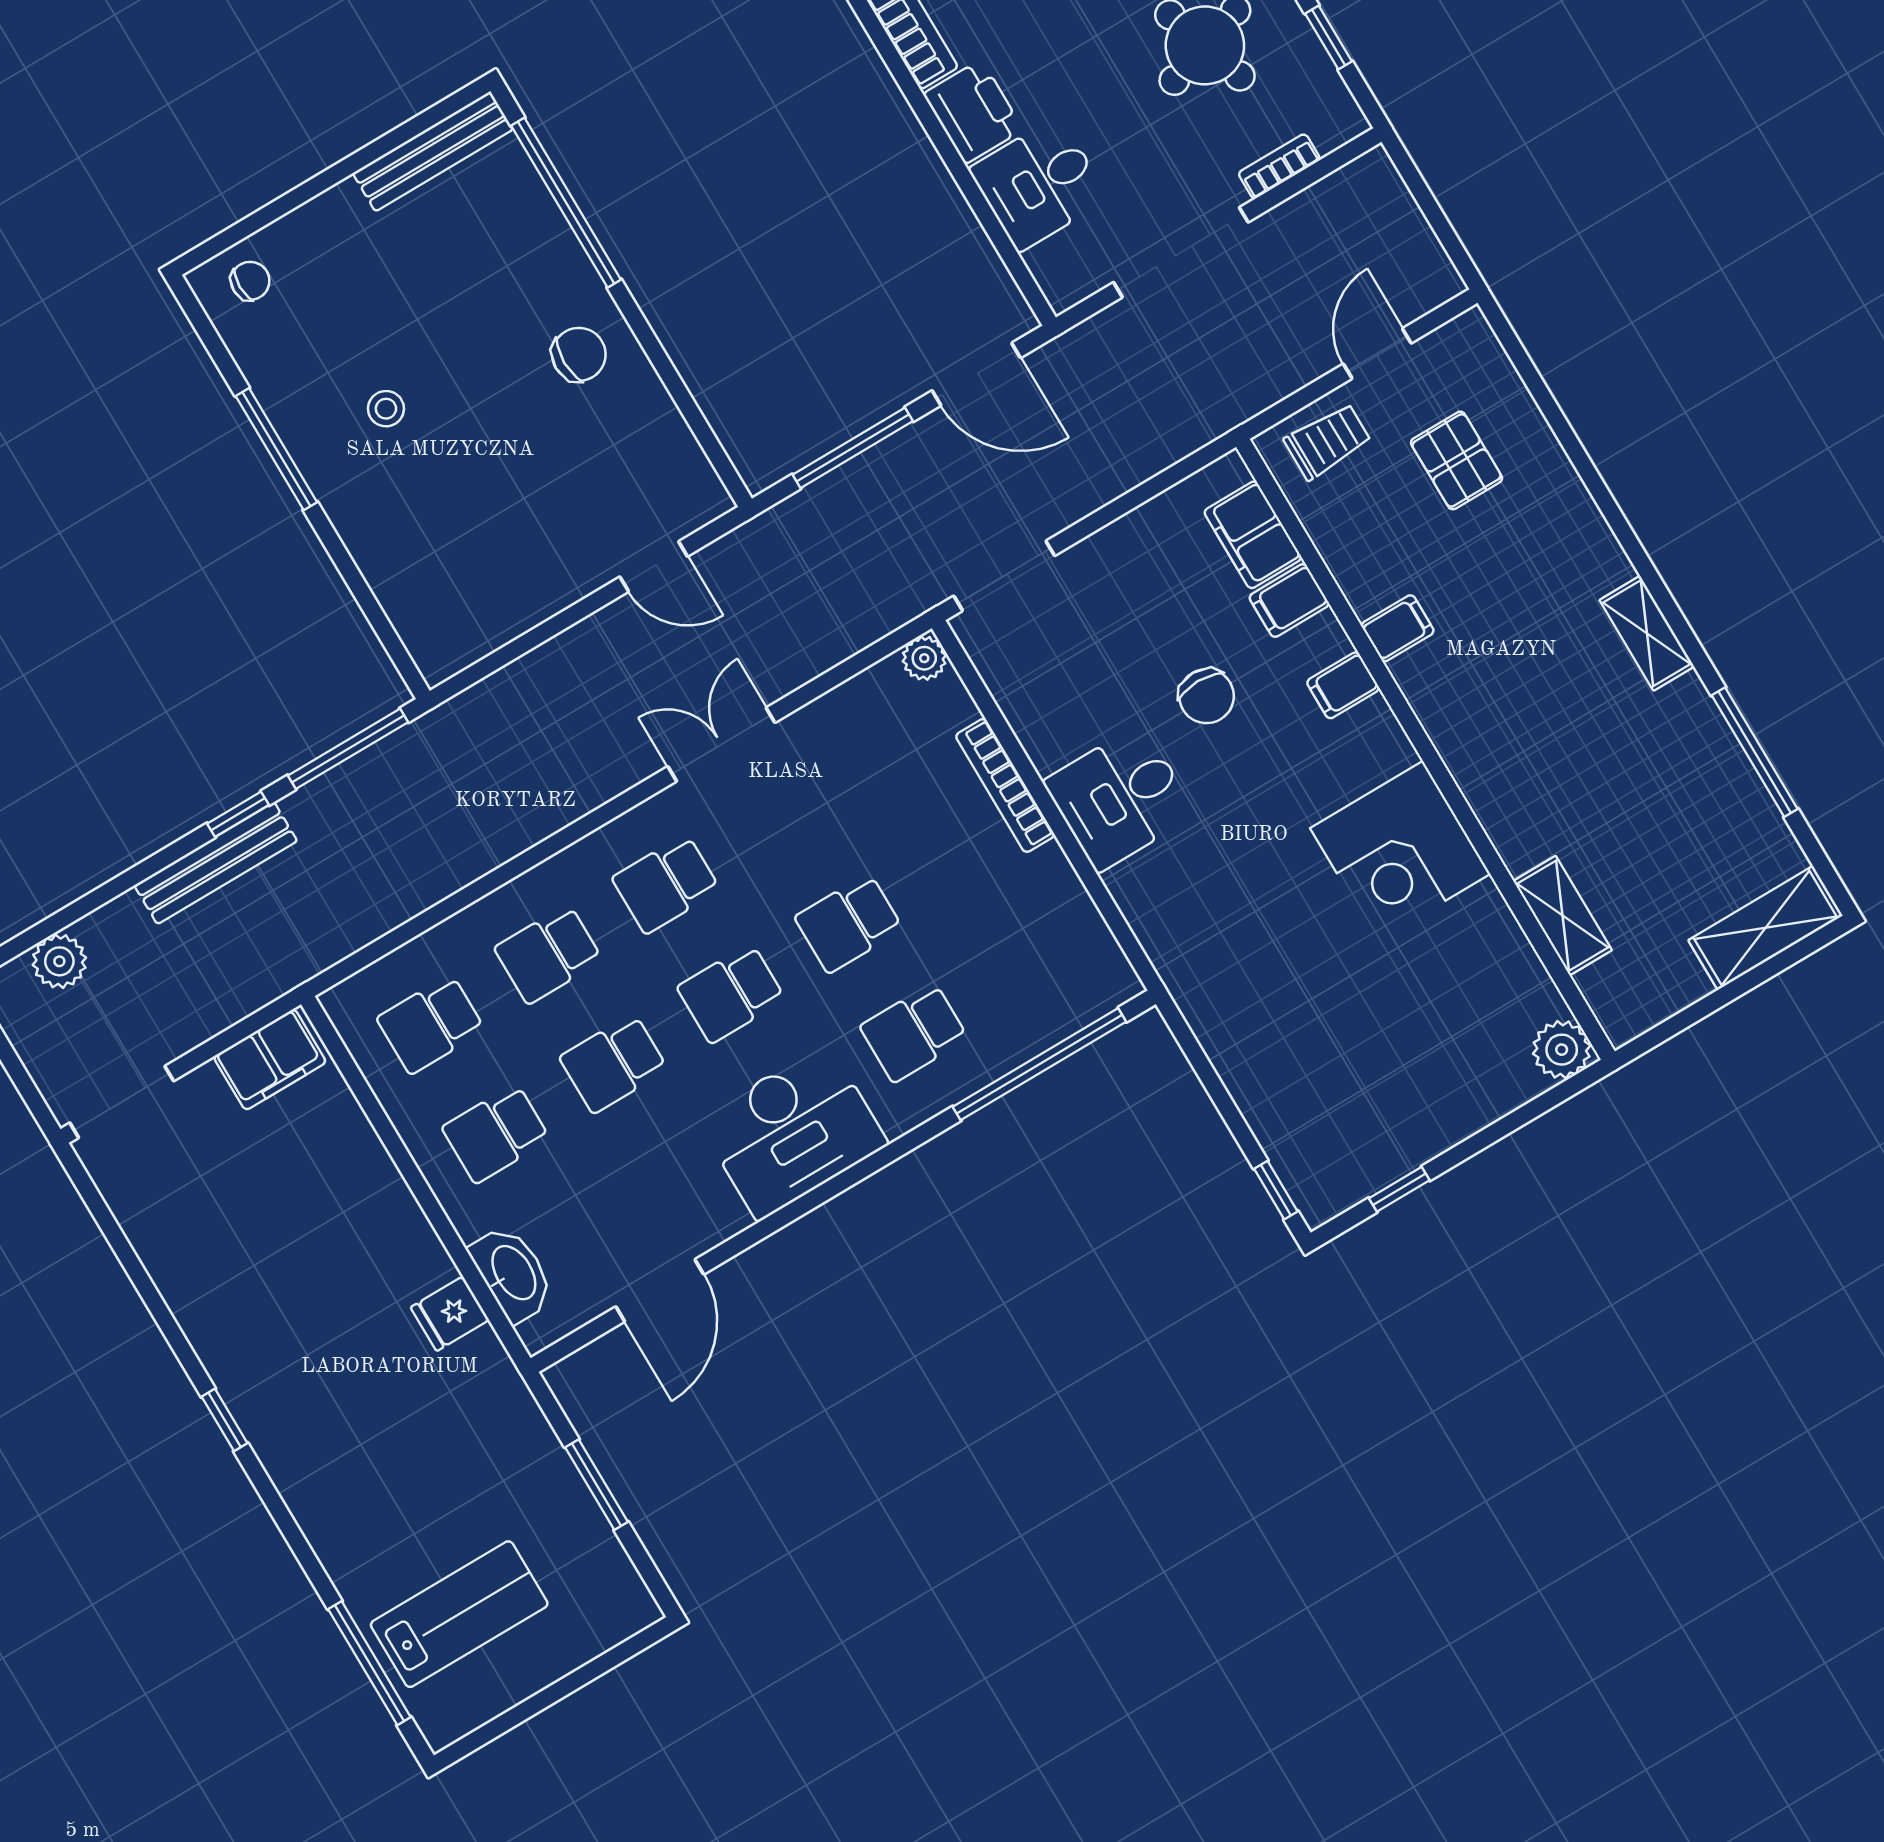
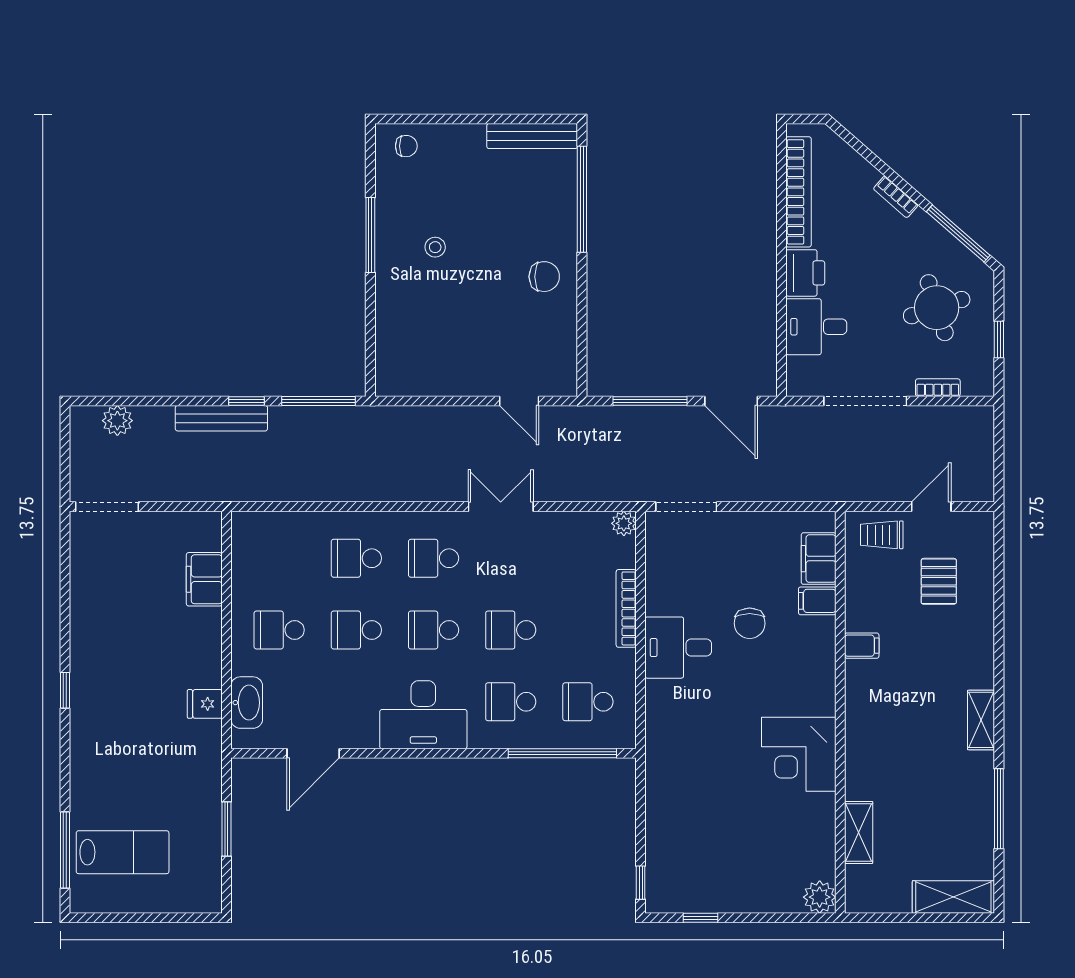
trolley: (1328, 441) -> (882, 535), turned 180
filing cabinet: (1343, 685) -> (819, 657), removed
school desk: (431, 1024) -> (588, 702), moved
filing cabinet: (270, 1060) -> (204, 579), moved, turned 90

